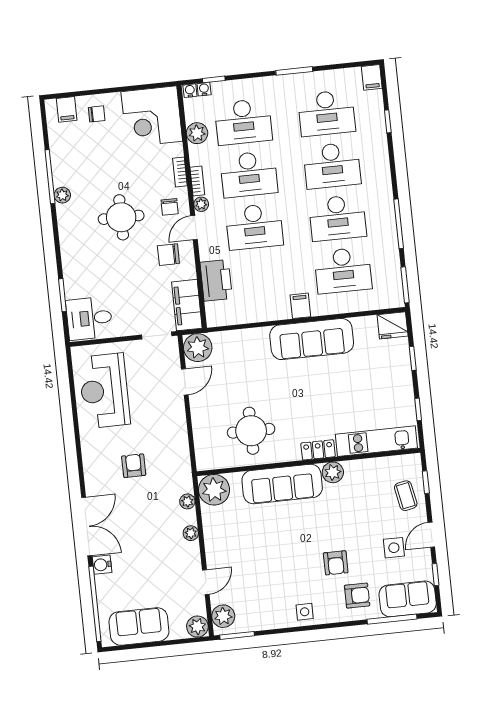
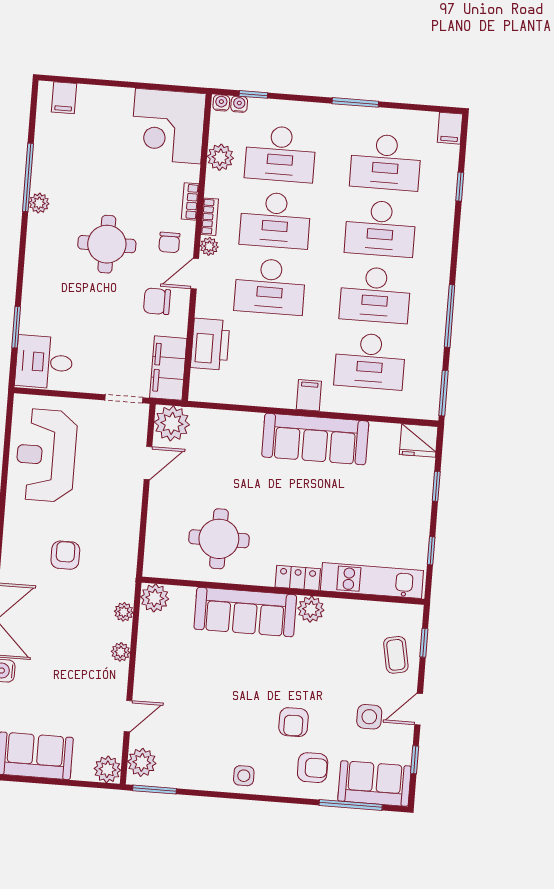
chair: (97, 114) -> (100, 110), removed
plant: (214, 490) -> (155, 598), width x0.73, depth x0.73

